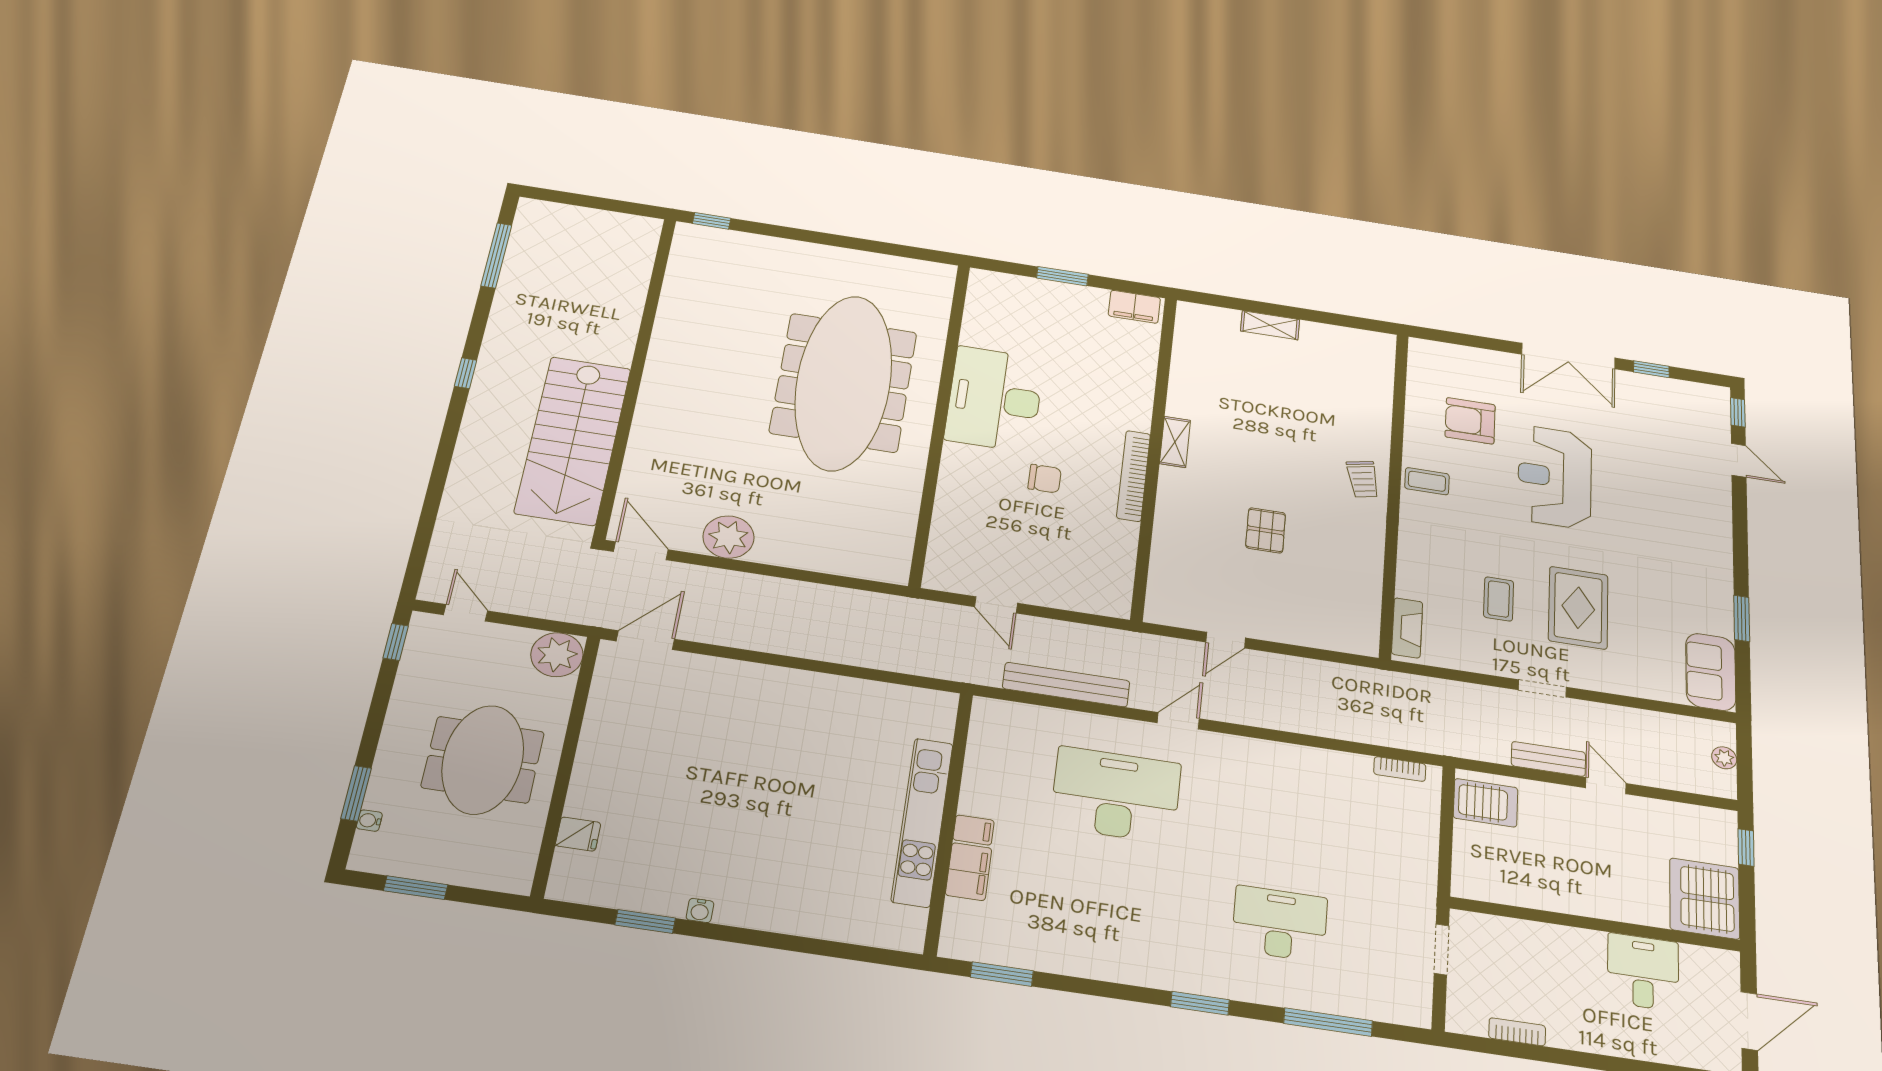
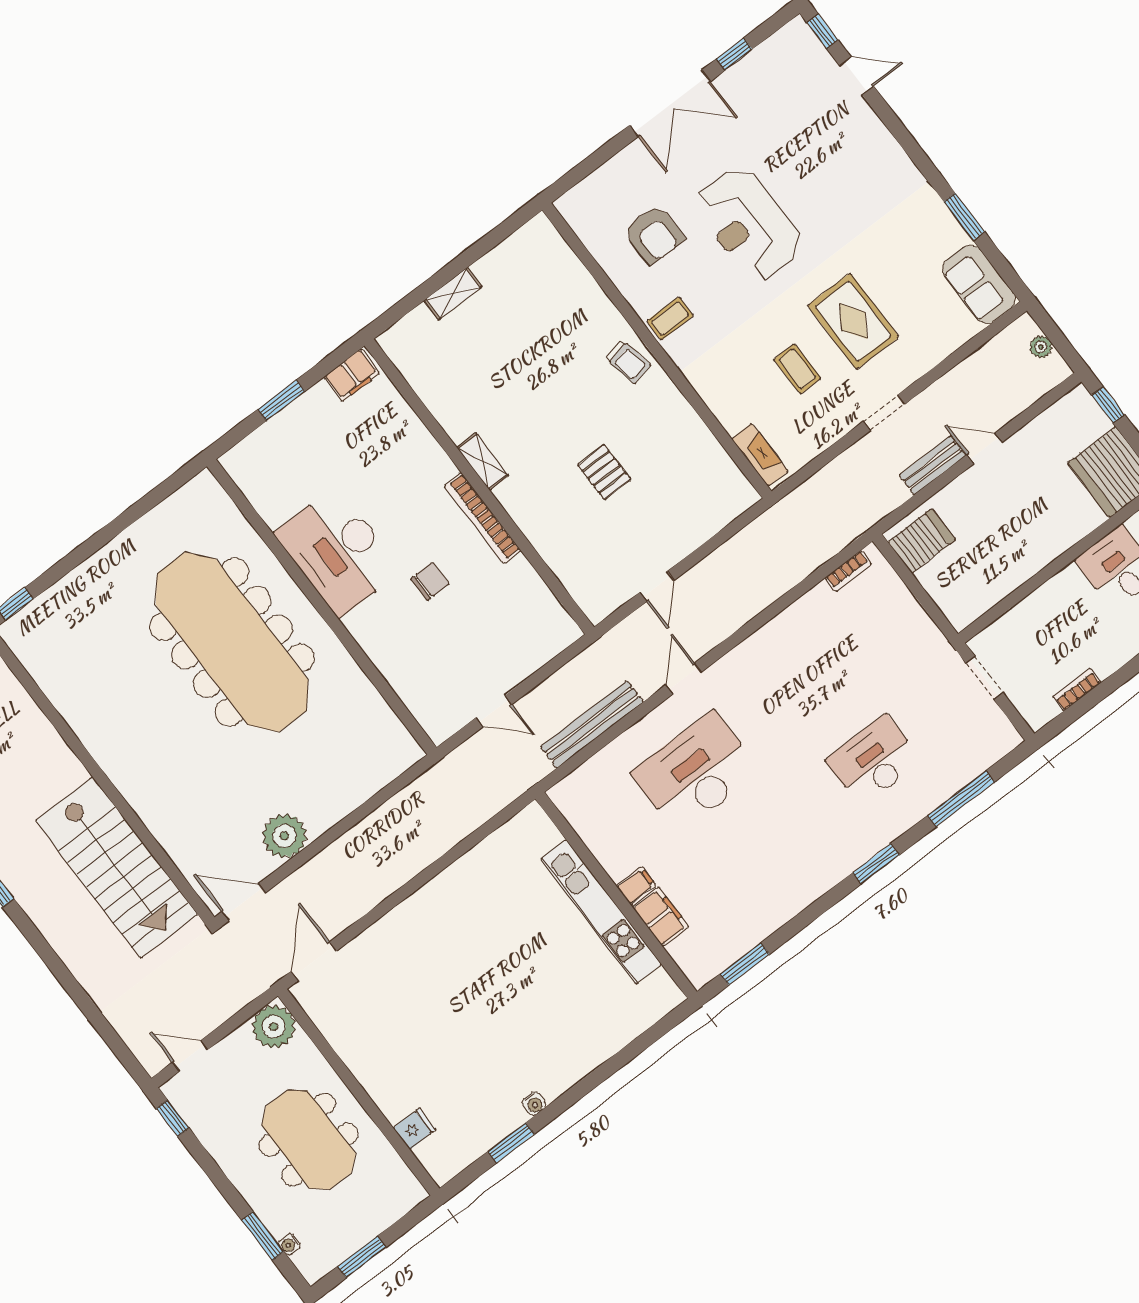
armchair: (1470, 421) -> (654, 234), turned -90

